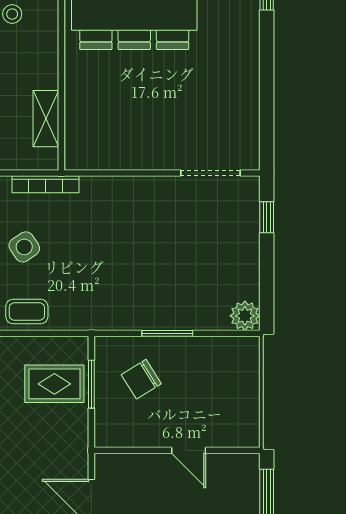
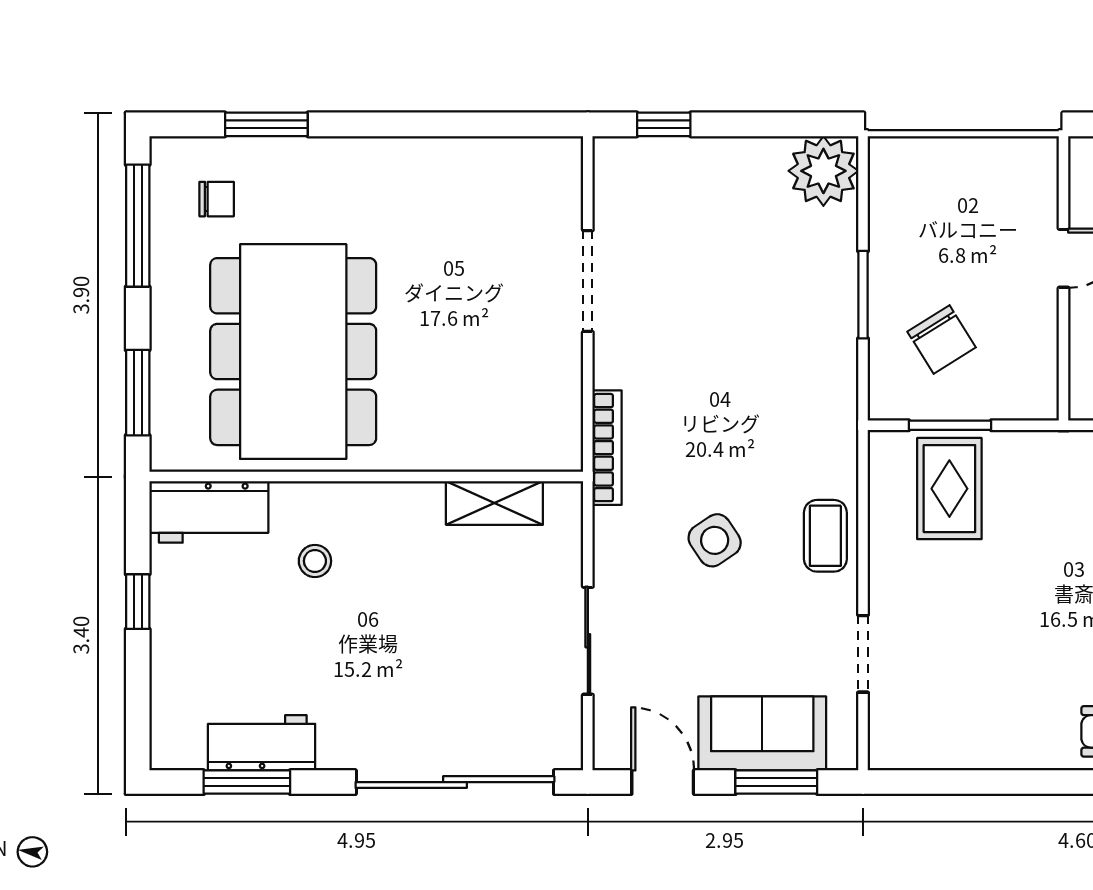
doorway: (211, 173) -> (588, 281), moved
bookcase: (46, 184) -> (607, 448), moved
plant: (245, 316) -> (823, 171), width x1.36, depth x1.36

